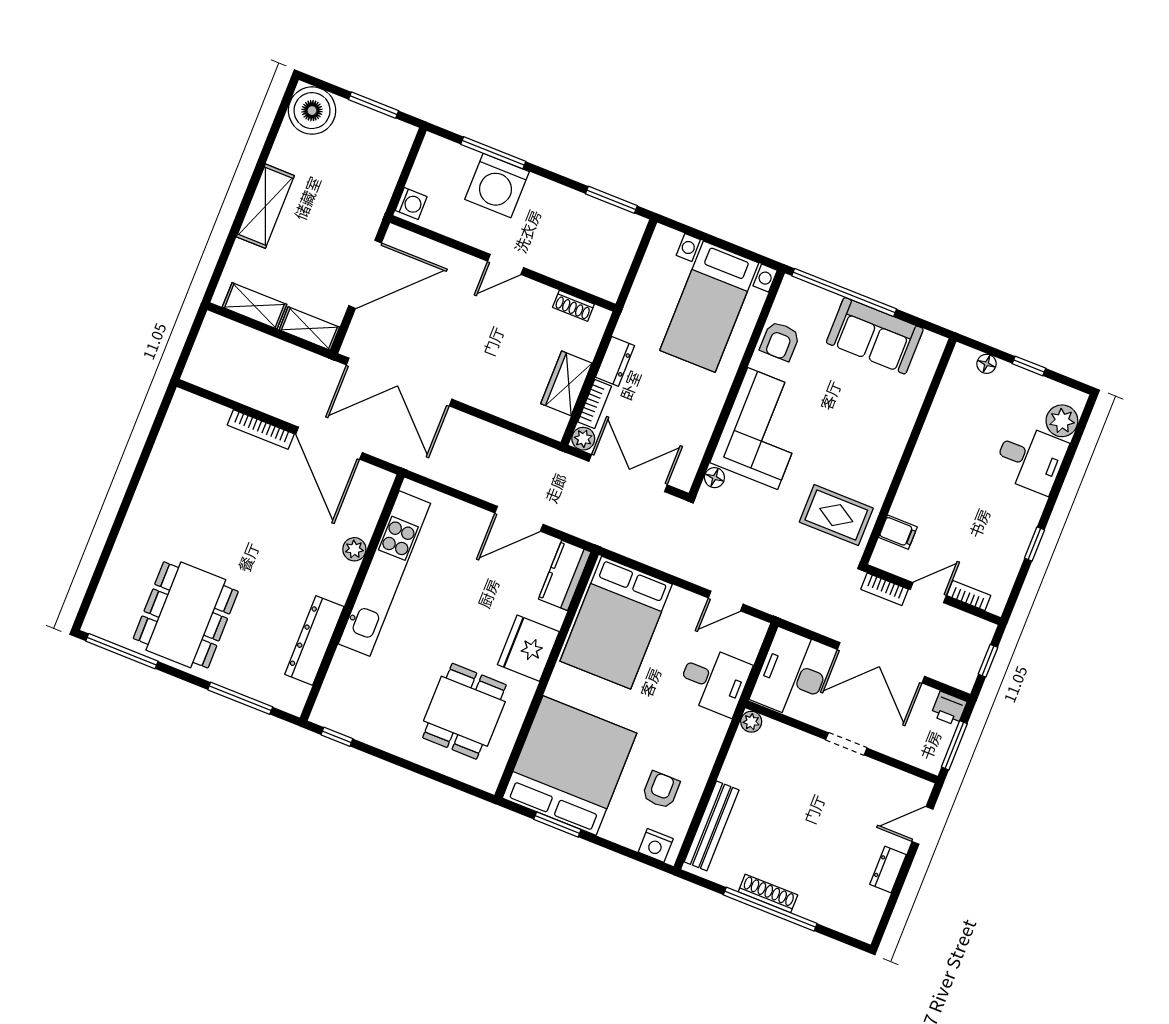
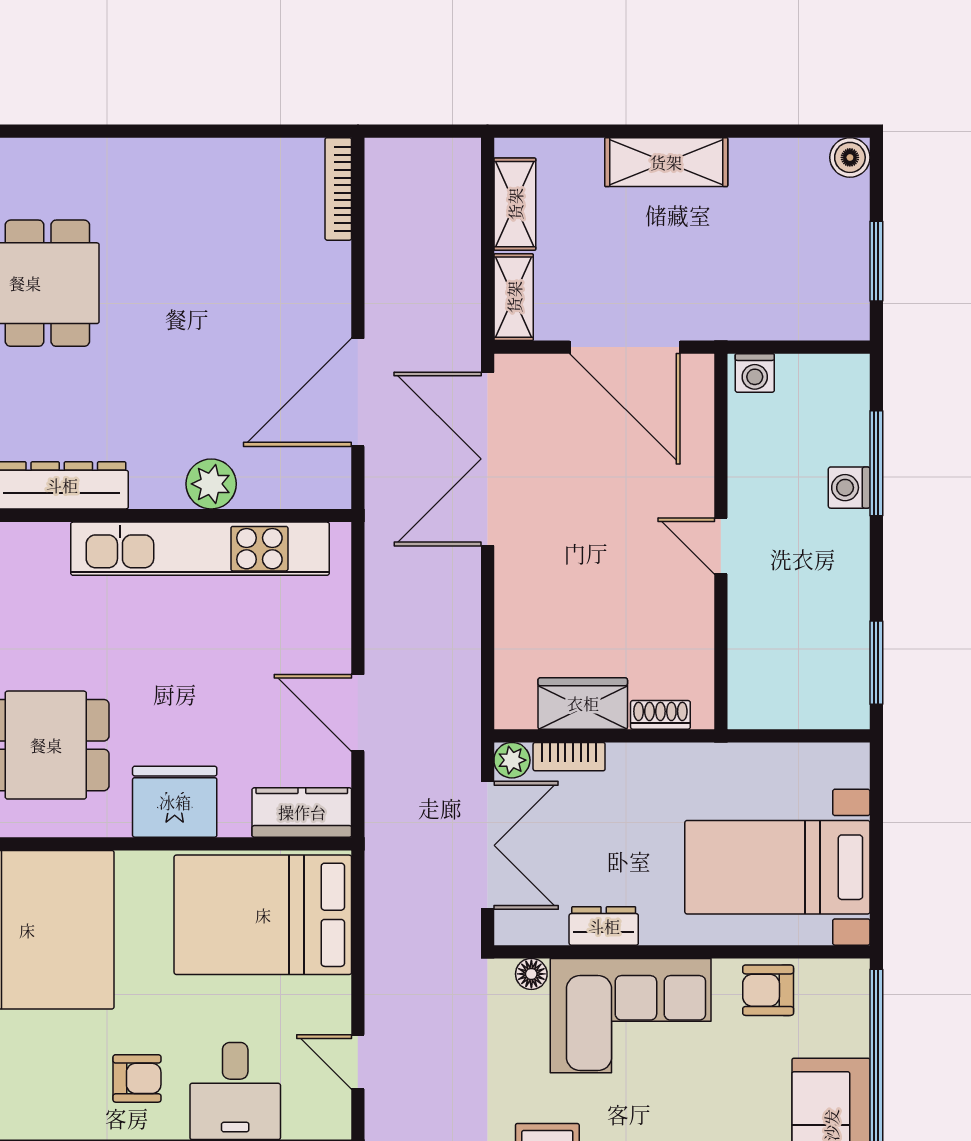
boiler: (312, 111) -> (850, 157), width x0.54, depth x0.54
washing machine: (497, 185) -> (849, 488), width x0.53, depth x0.53
shoe rack: (573, 306) -> (660, 715), moved, turned 90
dresser: (615, 361) -> (604, 926), moved, turned 180
bookcase: (261, 429) -> (338, 189), moved
plant: (354, 549) -> (211, 484), width x1.38, depth x1.38
armchair: (661, 790) -> (137, 1078), moved

